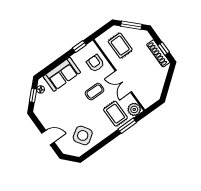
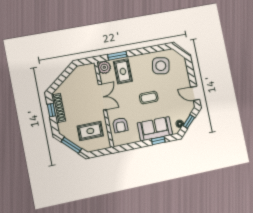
rug: (120, 46) -> (90, 131), turned 90
window: (79, 47) -> (158, 141), moved
coffee table: (95, 92) -> (149, 98), moved
side table: (83, 135) -> (161, 66), turned 45
door: (48, 138) -> (195, 93), moved

